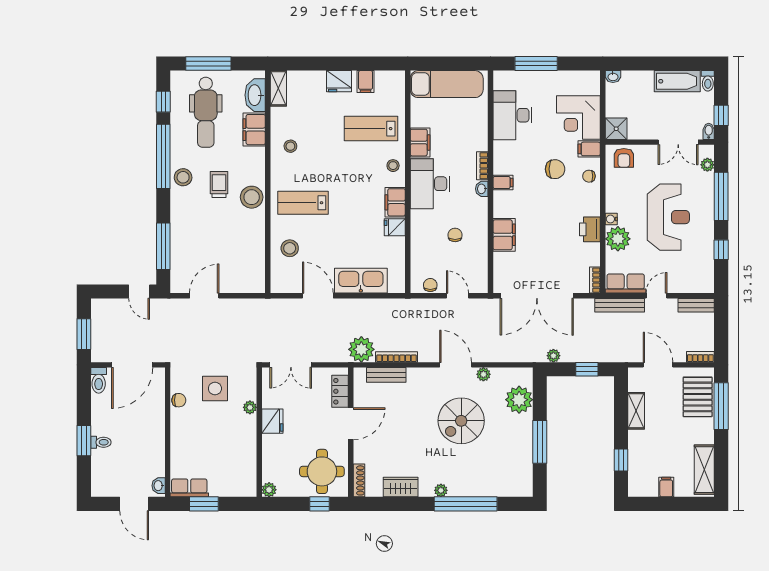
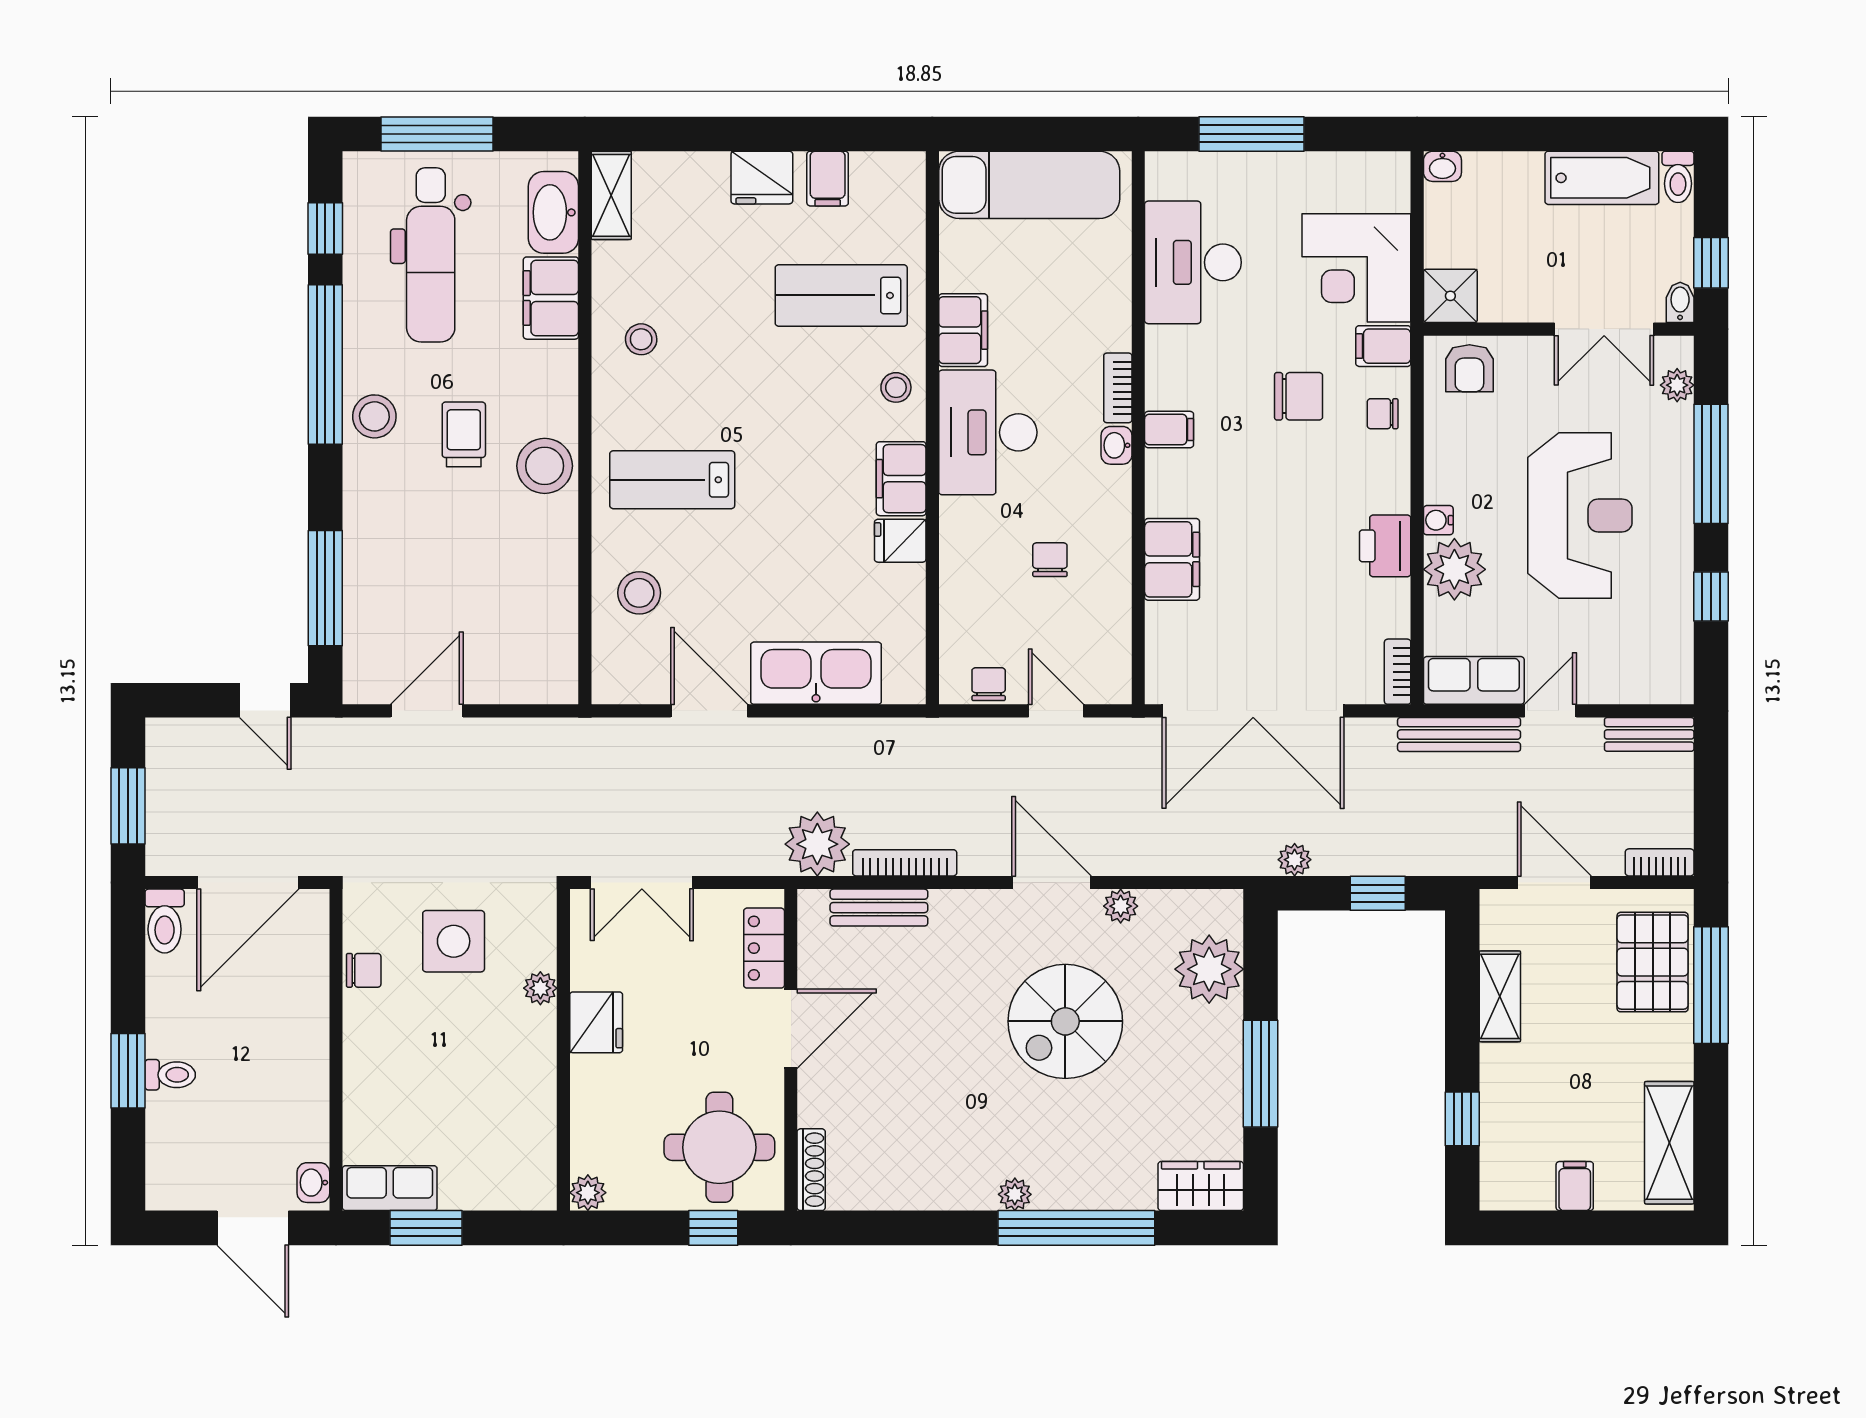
wardrobe: (401, 487) -> (1201, 1186), moved

